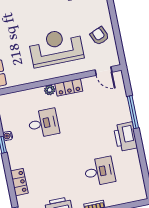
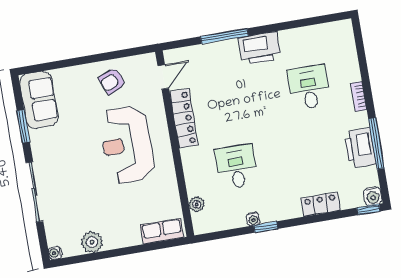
locker: (69, 87) -> (184, 118), width x1.53
plant: (50, 90) -> (197, 204), moved

